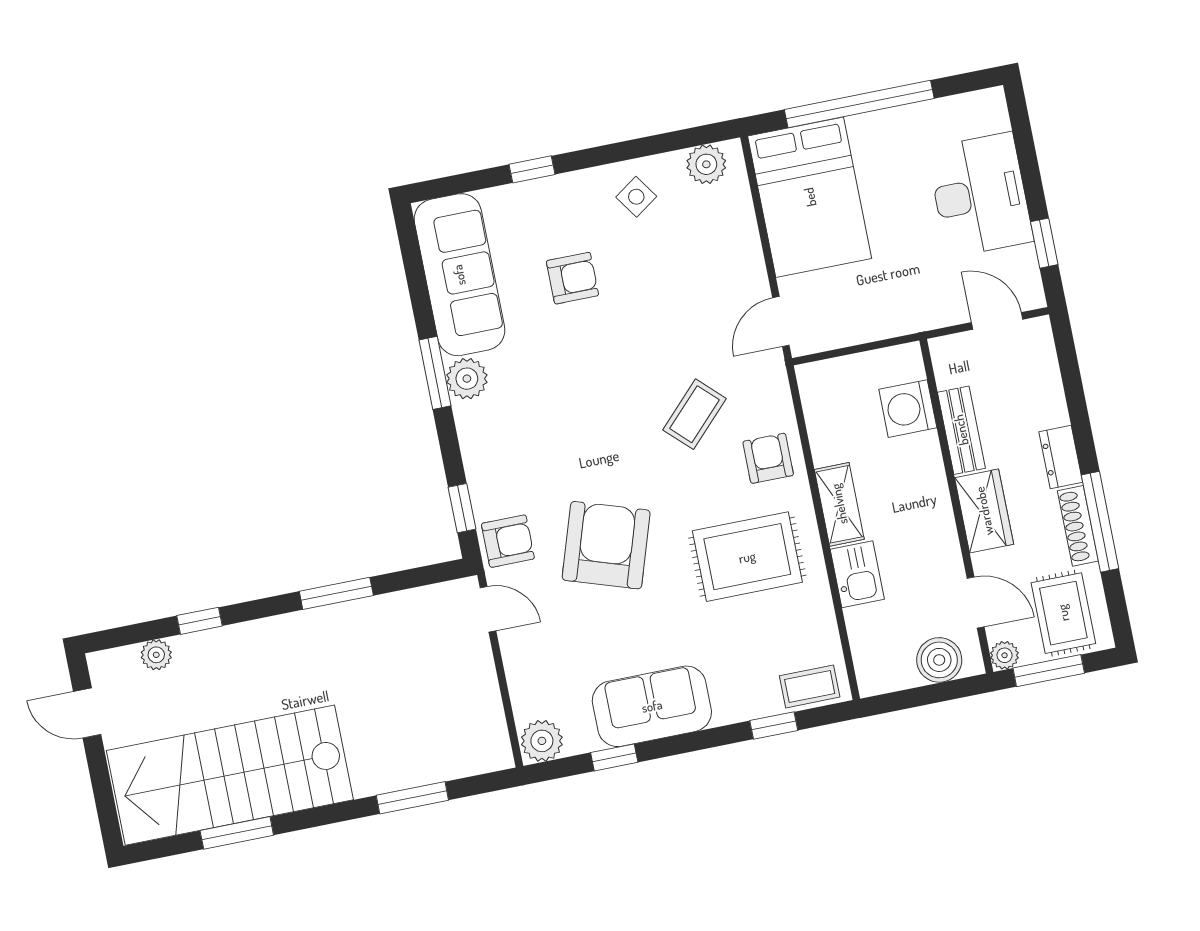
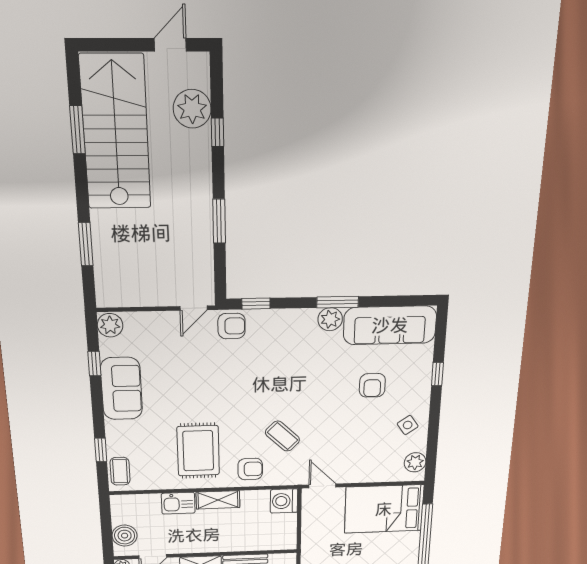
washing machine: (908, 409) -> (284, 501), moved, turned -90
armchair: (508, 541) -> (232, 326), turned -90
armchair: (606, 545) -> (219, 379), removed
plant: (156, 655) -> (192, 109), width x1.88, depth x1.88

